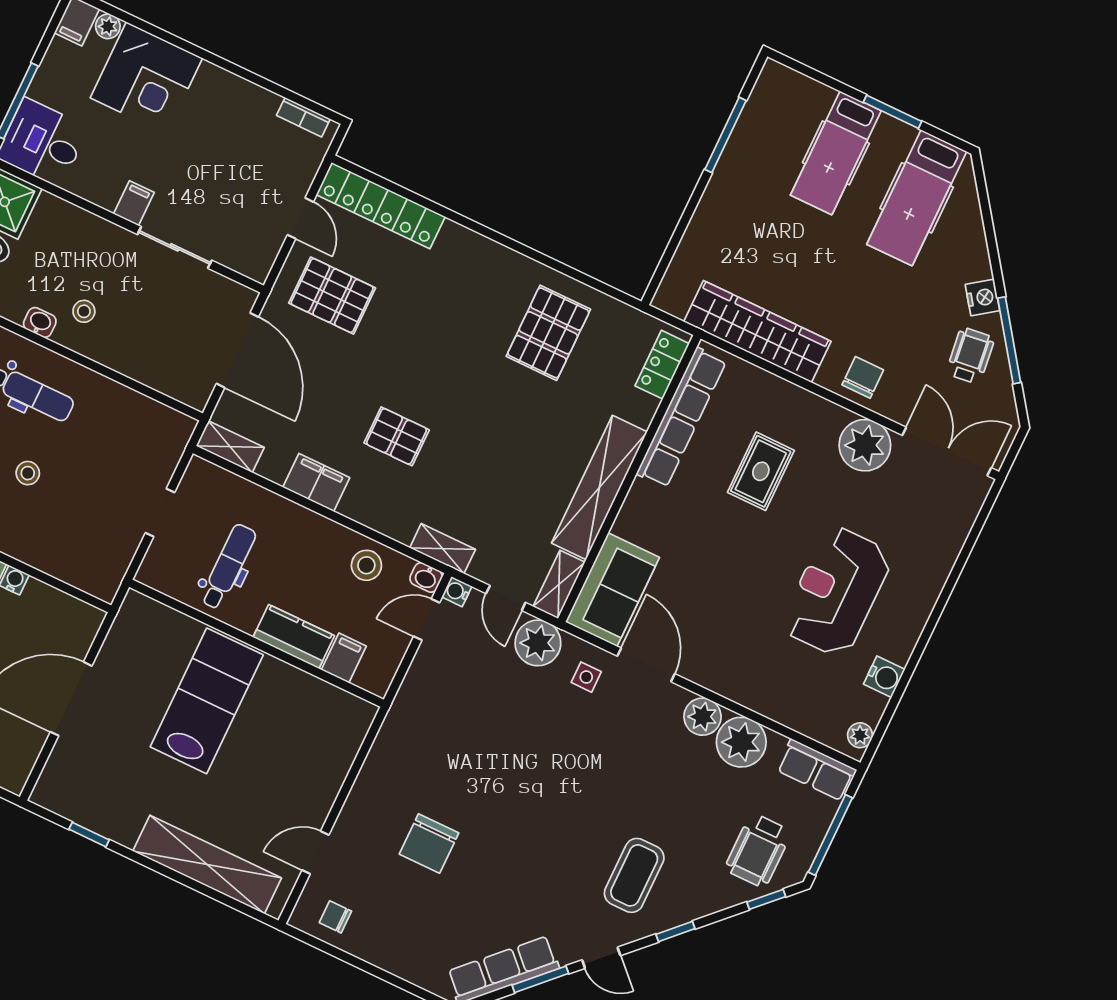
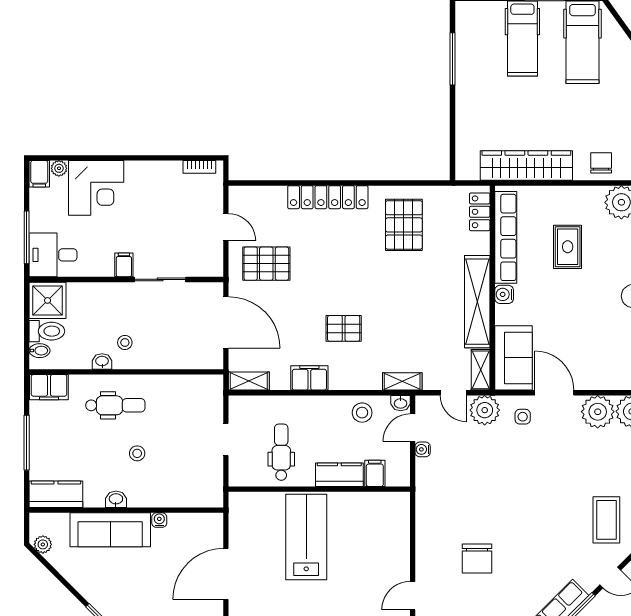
locker: (381, 206) -> (328, 197), moved
water cooler: (641, 495) -> (504, 294), added
water cooler: (457, 592) -> (423, 449), moved
plant: (702, 717) -> (598, 412), width x1.36, depth x1.36

